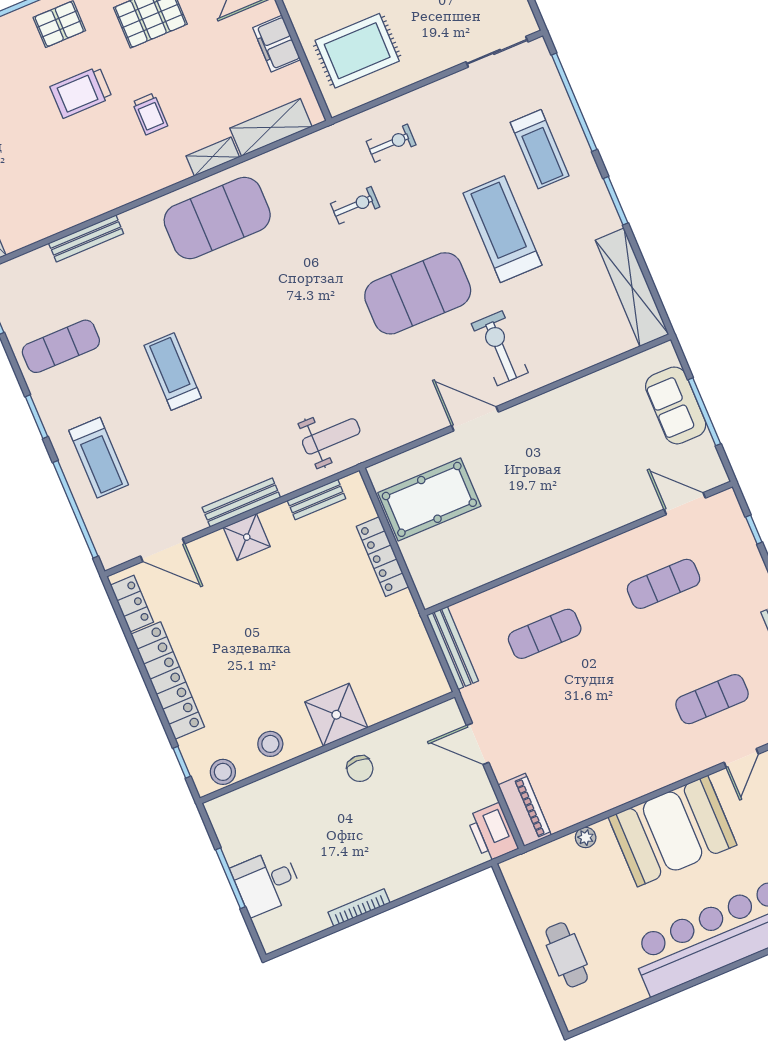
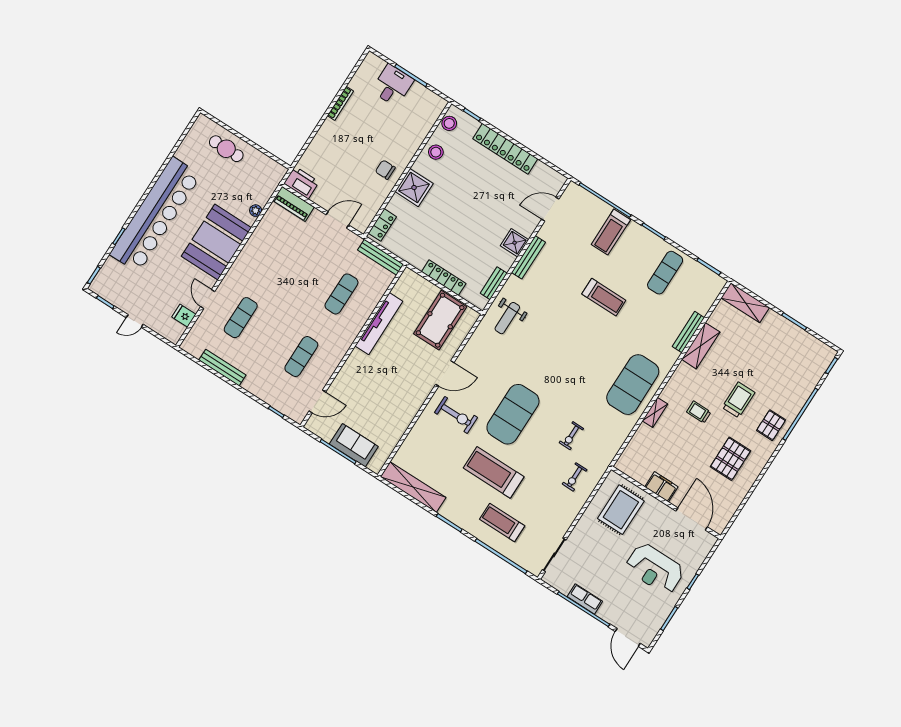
shelving: (271, 127) -> (701, 346), moved
treadmill: (502, 229) -> (494, 472), turned 180
treadmill: (99, 458) -> (611, 232), turned -90
tv unit: (520, 555) -> (379, 324), added
locker: (132, 604) -> (382, 225), moved, turned -90

